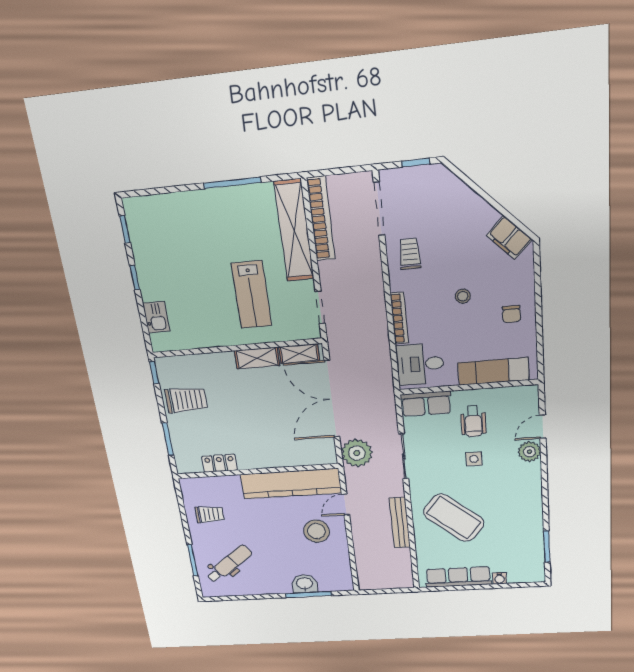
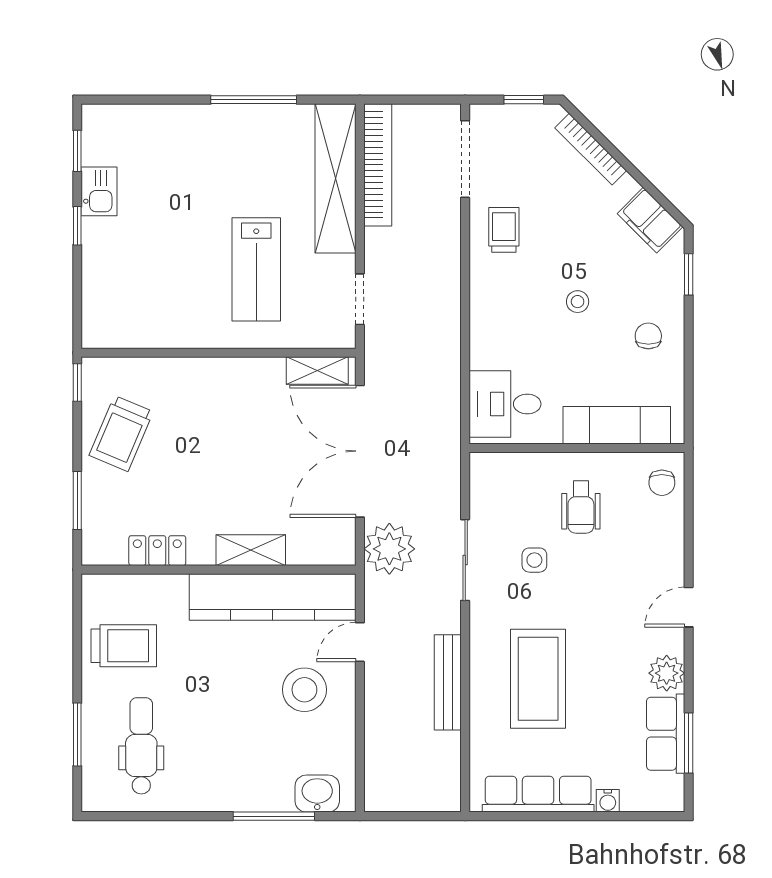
window: (537, 272) -> (689, 274), added
chair: (511, 314) -> (648, 336), turned 180
kitchen sink: (156, 317) -> (99, 191), moved
bookcase: (399, 318) -> (591, 149), moved, turned 135
shelving: (257, 358) -> (251, 550), moved
trolley: (186, 400) -> (121, 433), turned 113
chair: (524, 403) -> (662, 483), added
row of seats: (426, 404) -> (666, 734), moved, turned 90
door: (543, 427) -> (689, 607), moved
plant: (529, 452) -> (667, 673), moved
side table: (474, 459) -> (534, 560), moved
trolley: (210, 514) -> (124, 646), width x1.36, depth x1.39
coffee table: (454, 518) -> (538, 679), turned 50
dental chair: (229, 564) -> (141, 746), turned -53
washbasin: (305, 584) -> (317, 794), moved

